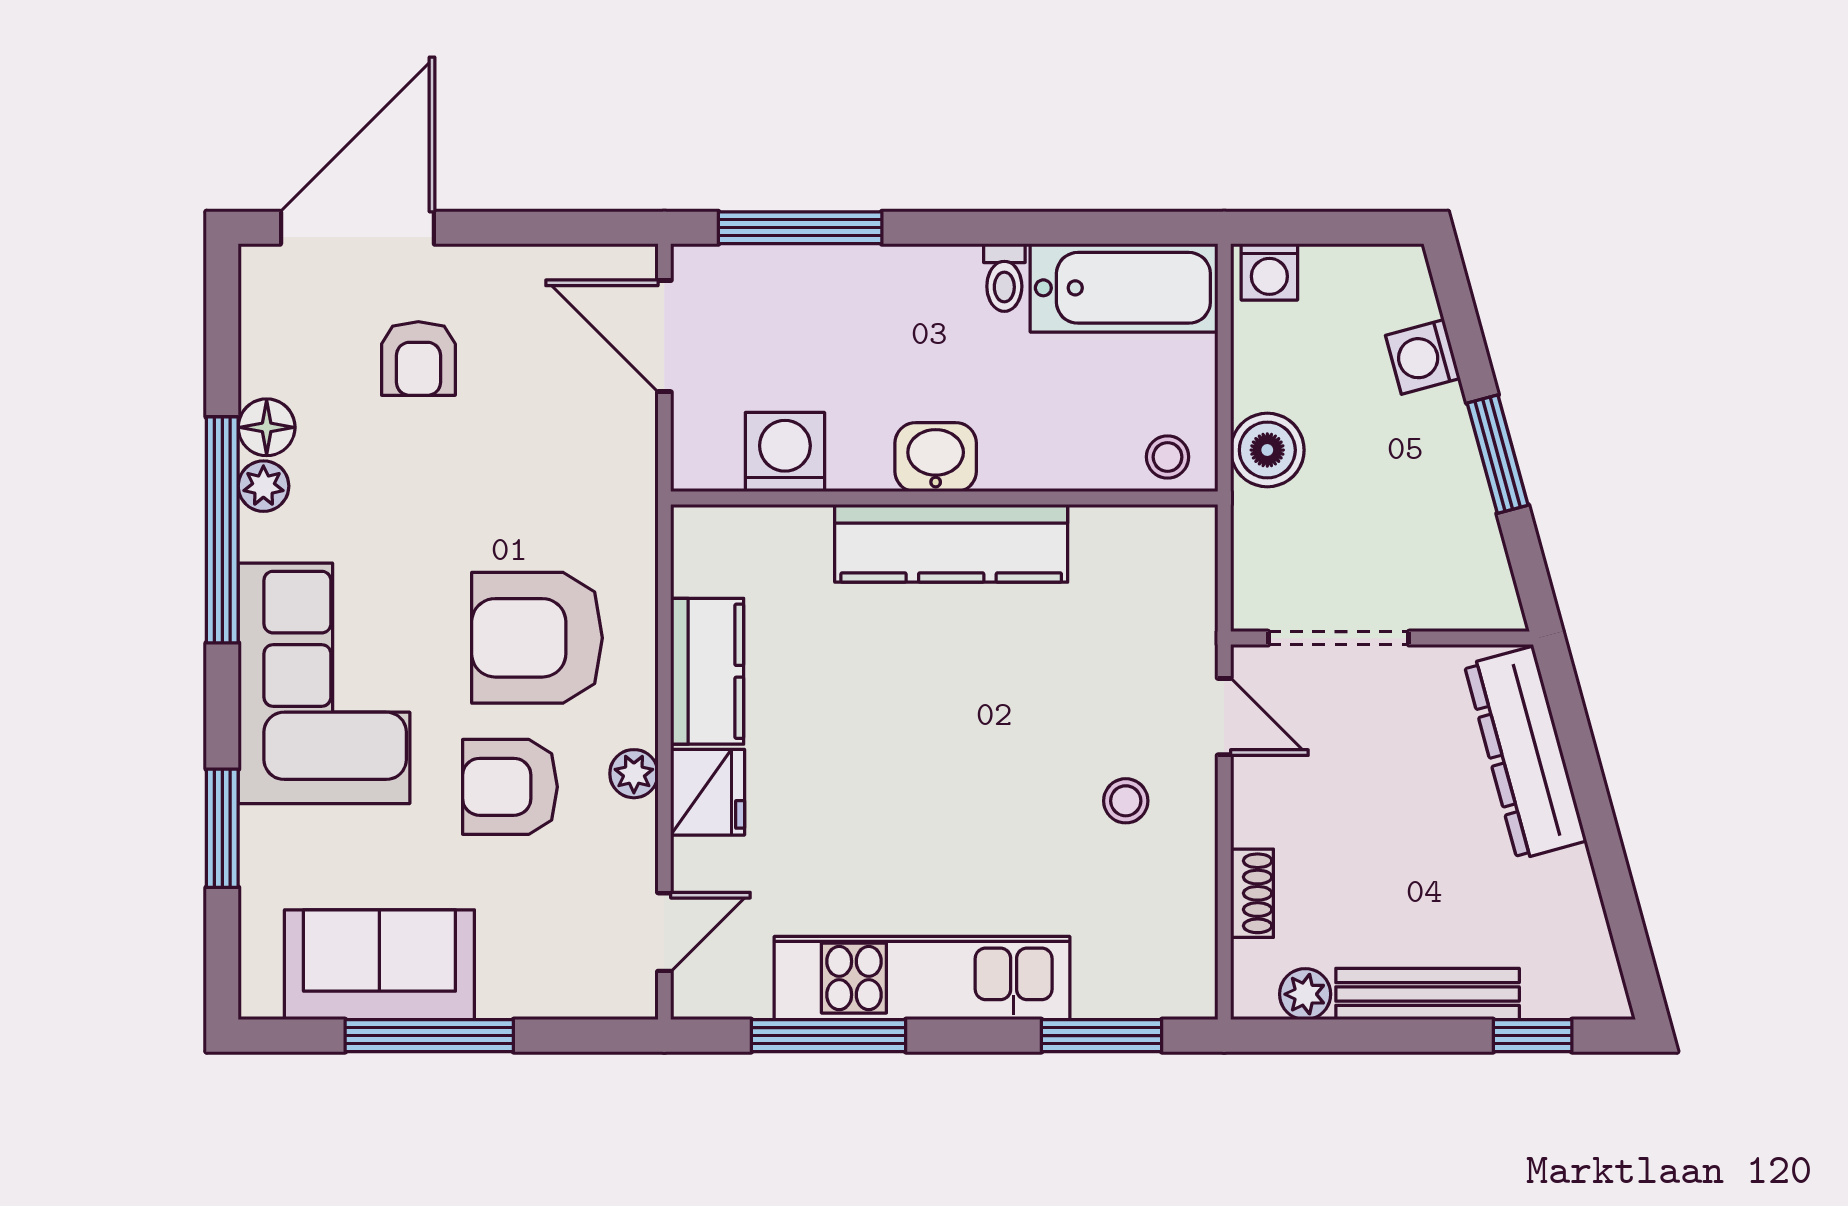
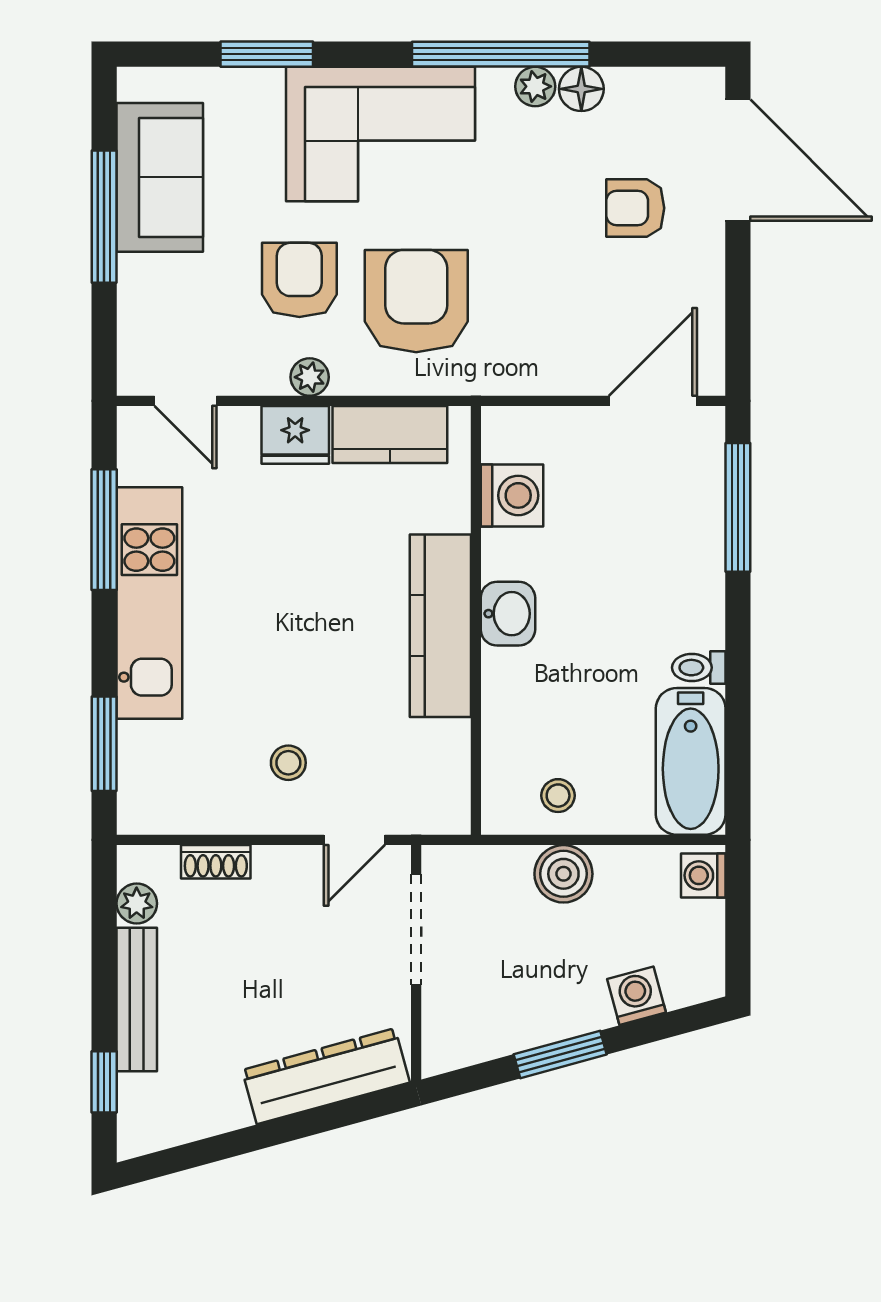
washing machine: (785, 452) -> (512, 495), moved
washbasin: (936, 457) -> (508, 614), moved
wall: (944, 498) -> (476, 620), moved
kitchen counter: (951, 543) -> (440, 626), moved

